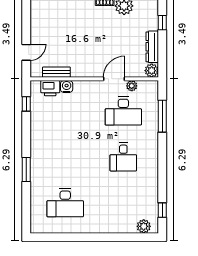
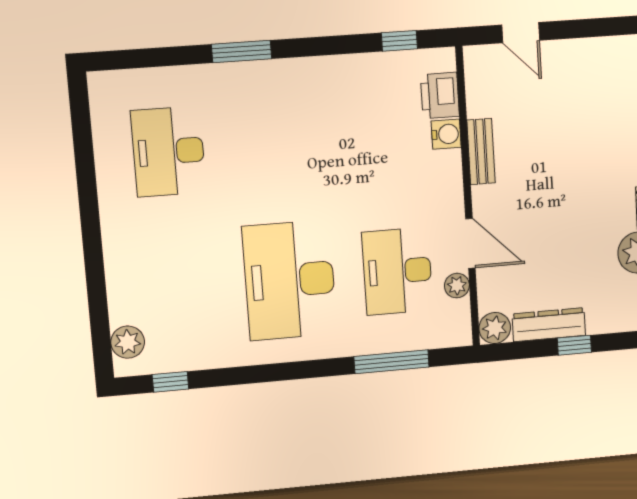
window: (162, 23) -> (574, 345), moved
bench: (56, 72) -> (481, 152), moved
desk: (123, 157) -> (290, 280), width x1.87, depth x1.30

